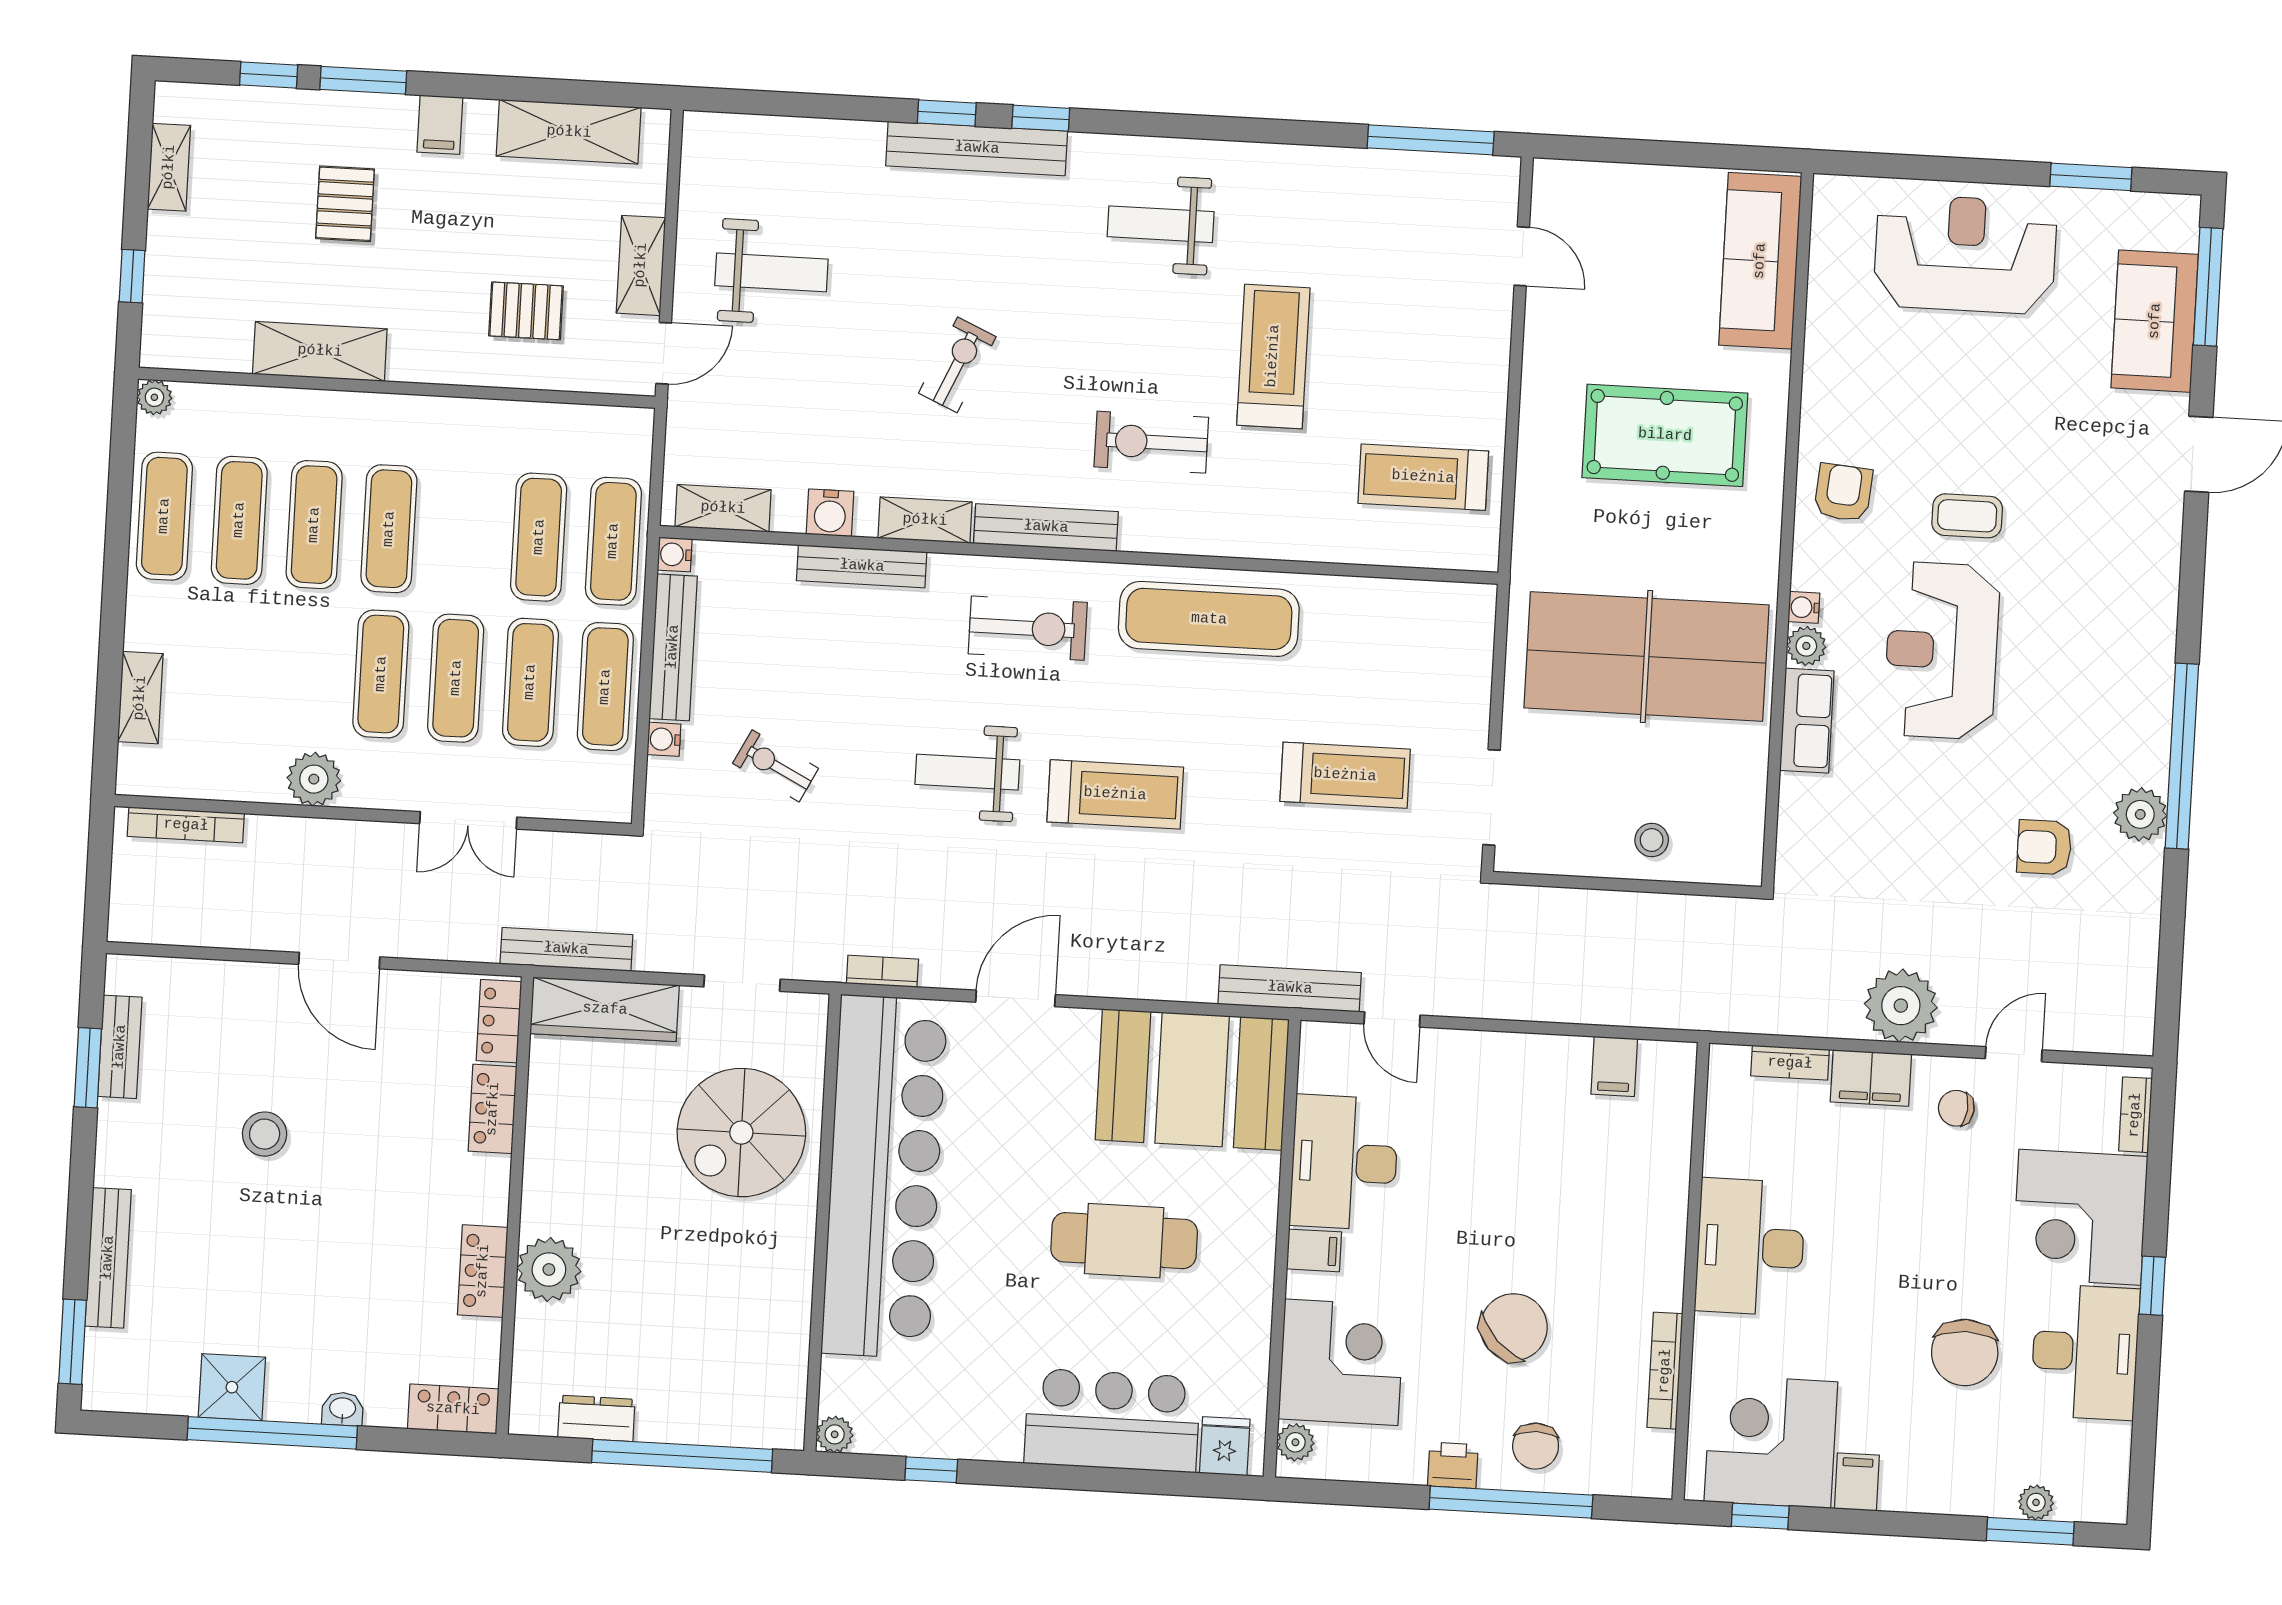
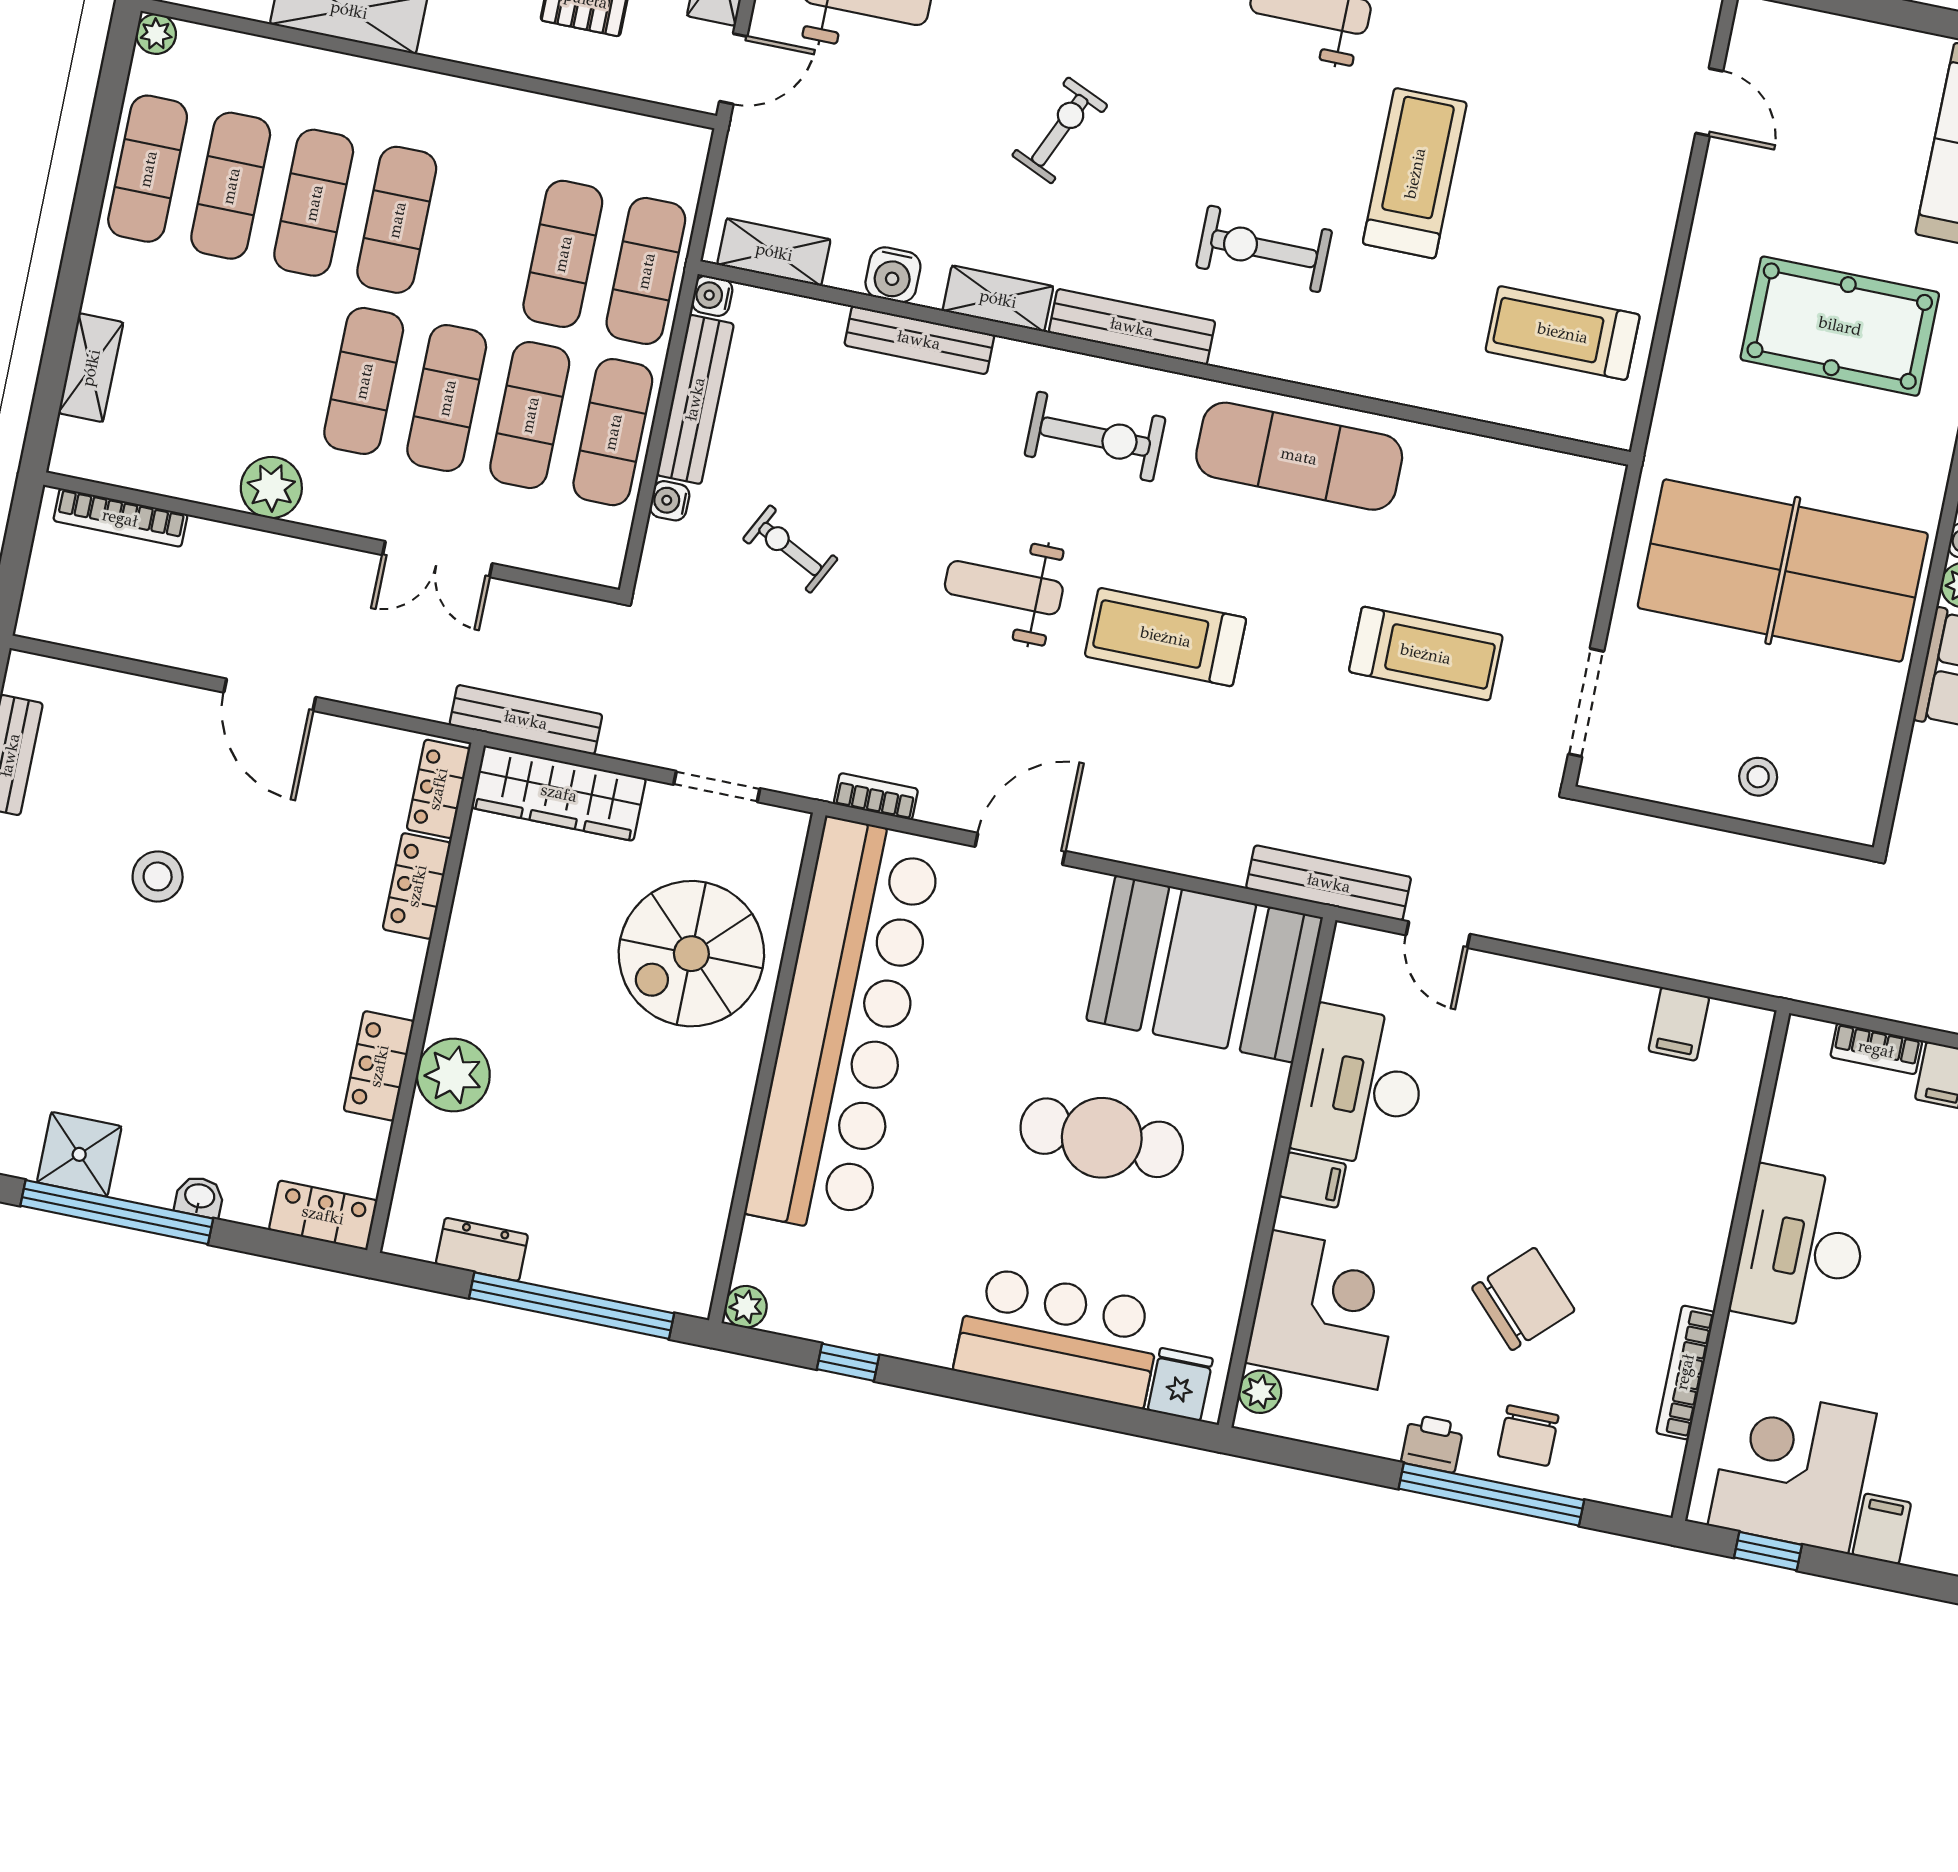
treadmill: (1115, 794) -> (1166, 637), turned 180

